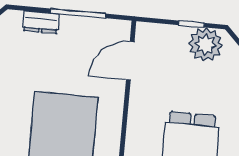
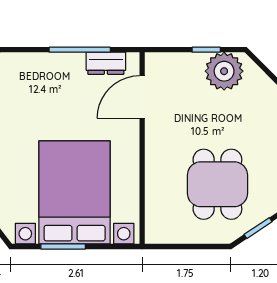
dresser: (41, 22) -> (106, 63), moved

